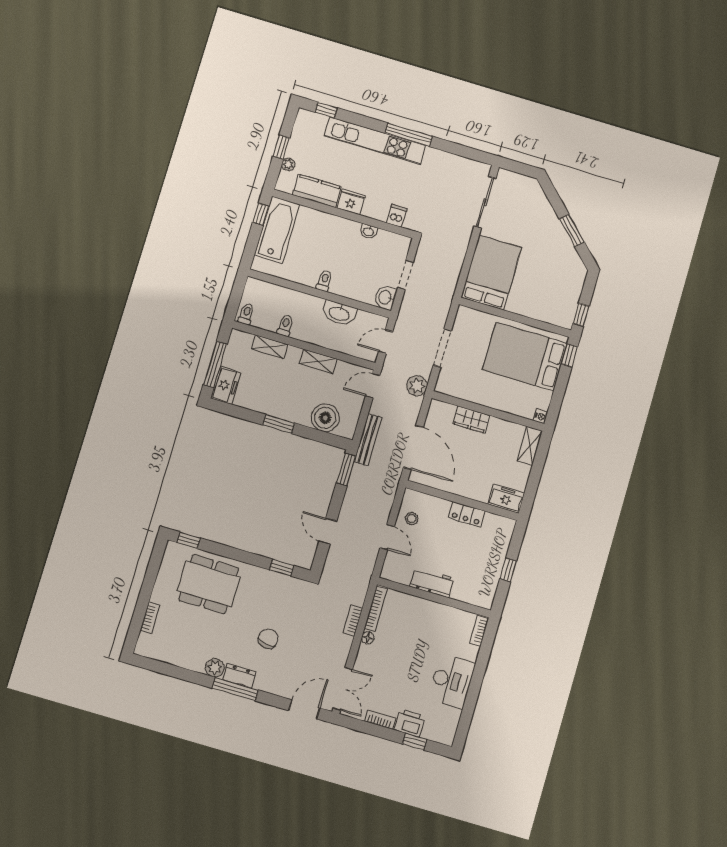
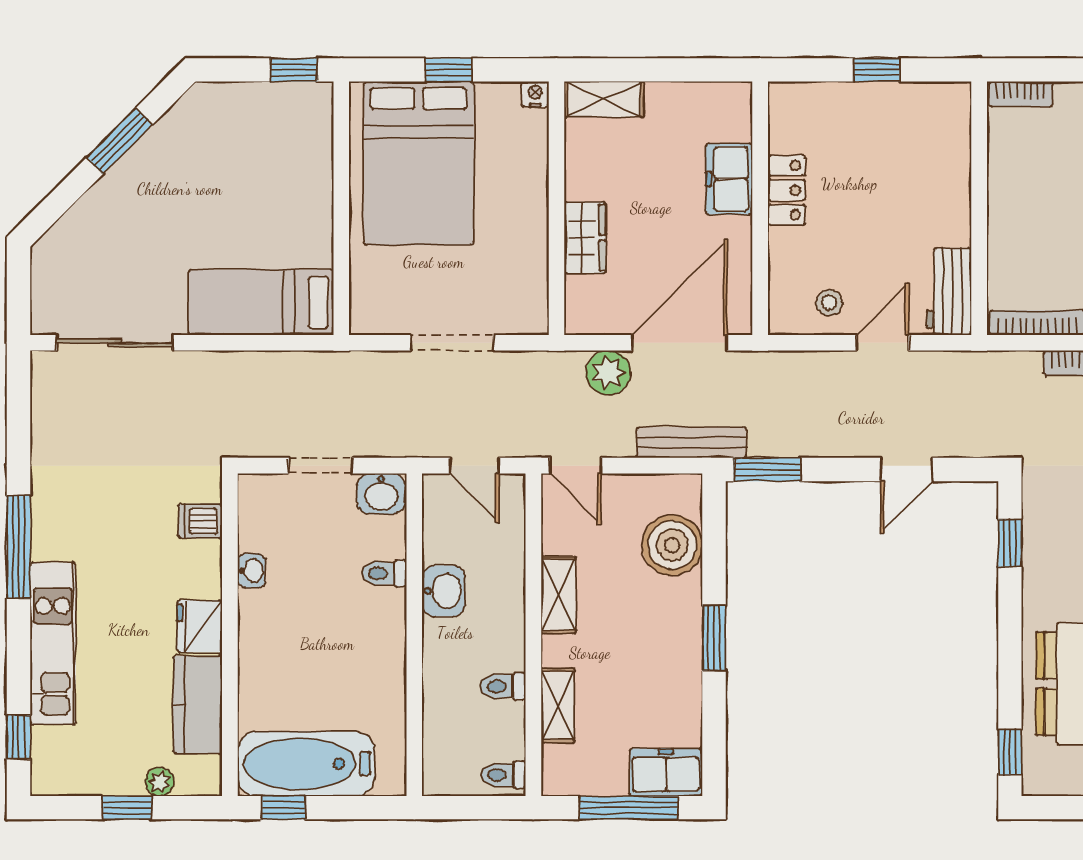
kitchen unit: (375, 141) -> (53, 643), width x0.73
bed: (491, 272) -> (261, 302), width x0.67
toilet: (324, 281) -> (384, 573), moved
washbasin: (339, 313) -> (444, 591), width x0.72
window: (569, 355) -> (449, 70), moved
plant: (417, 386) -> (608, 373), moved
freezer: (506, 499) -> (729, 179), moved
workbench: (432, 582) -> (949, 291), moved

